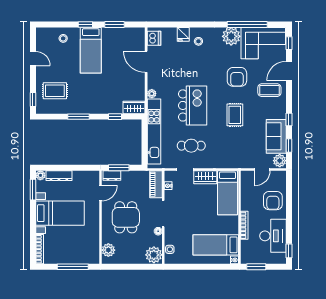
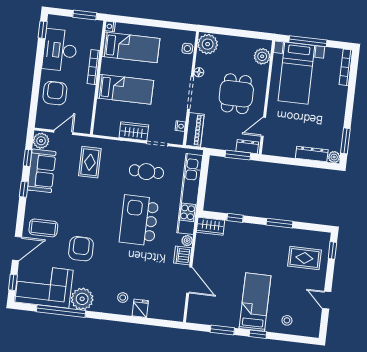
dishwasher: (154, 38) -> (183, 255), moved
rug: (235, 115) -> (90, 162), moved
bed: (228, 193) -> (125, 89), moved, turned 90
bed with nightstands: (60, 213) -> (296, 73), moved, turned -90

